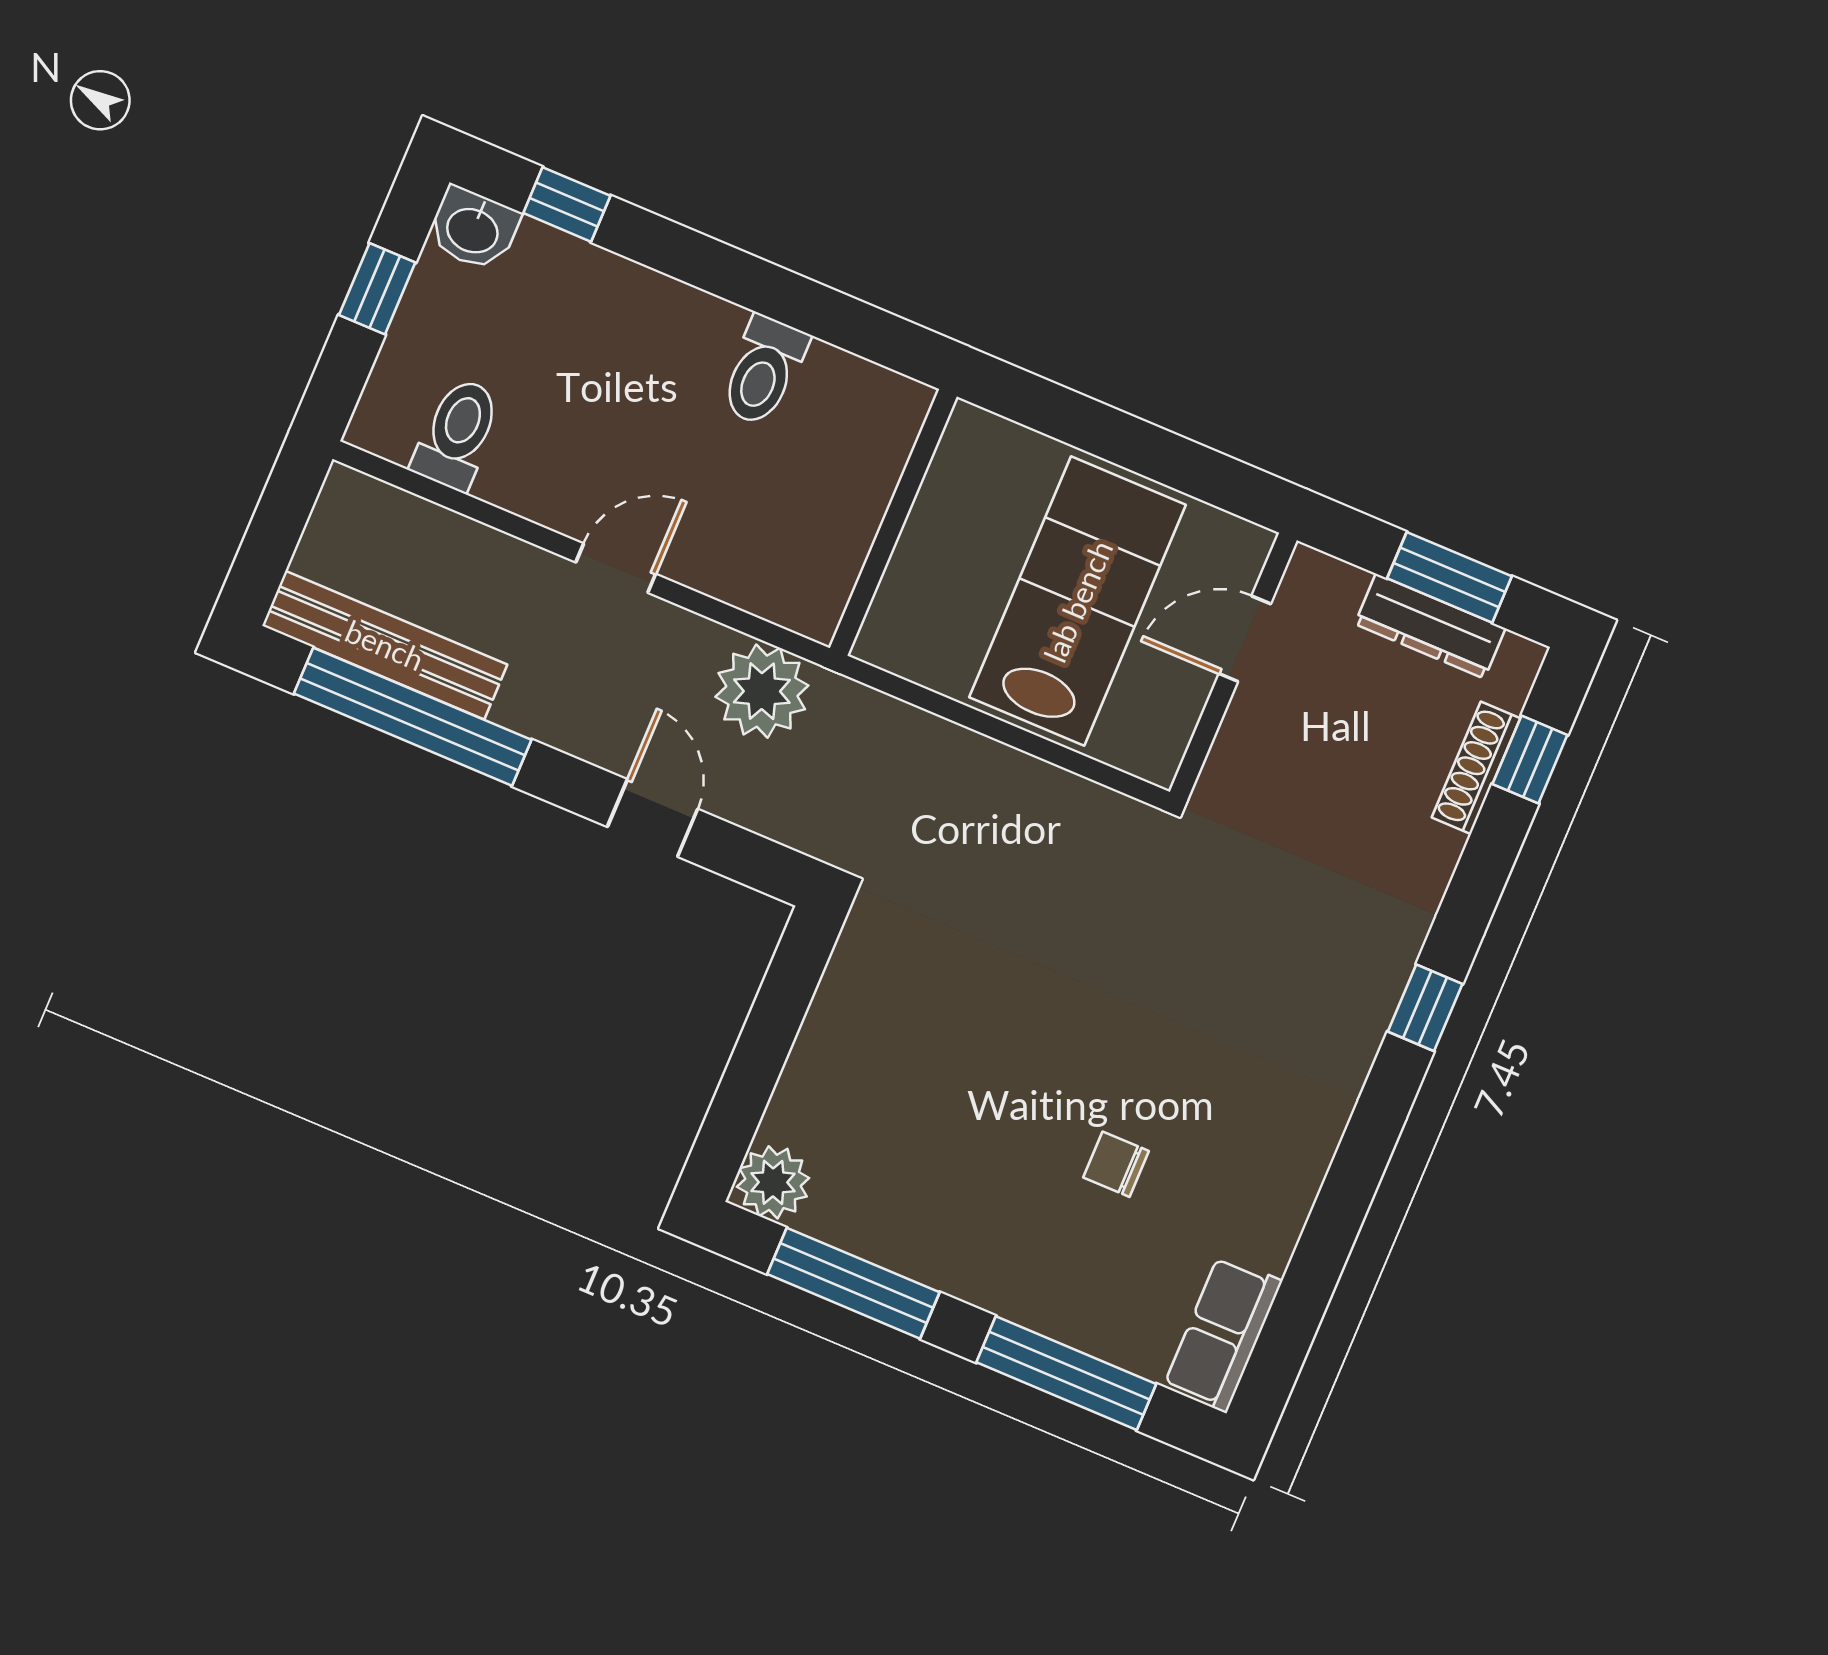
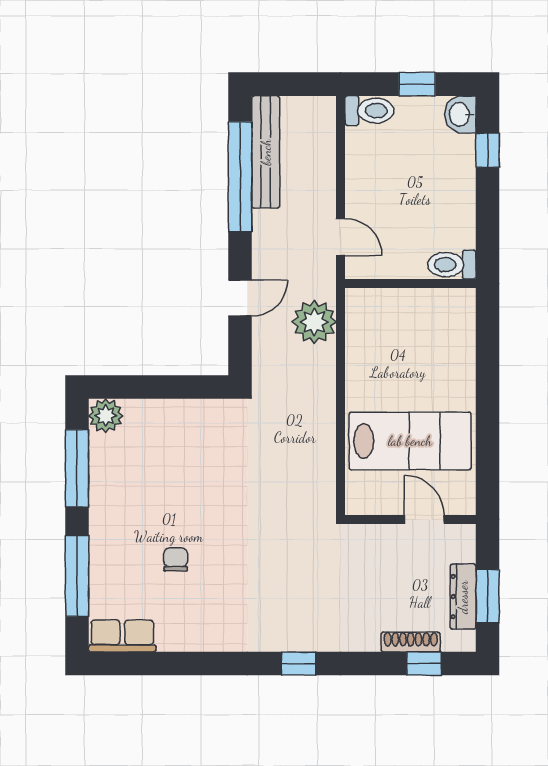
toilet: (457, 434) -> (369, 111), moved
wall: (893, 522) -> (410, 284), moved

